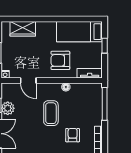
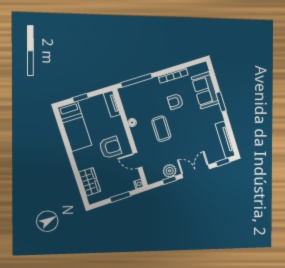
armchair: (60, 60) -> (110, 147), moved, turned -90
door: (28, 80) -> (137, 160), swing flipped
coffee table: (51, 113) -> (161, 129), turned 90

